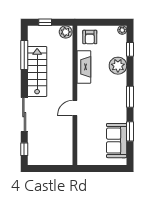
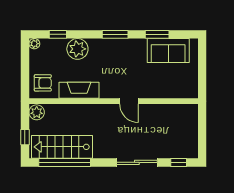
window: (24, 55) -> (65, 162), width x1.46
stairs: (37, 71) -> (62, 147), moved

